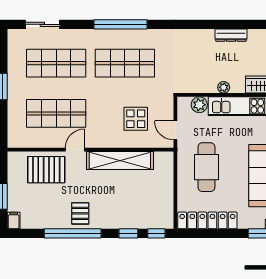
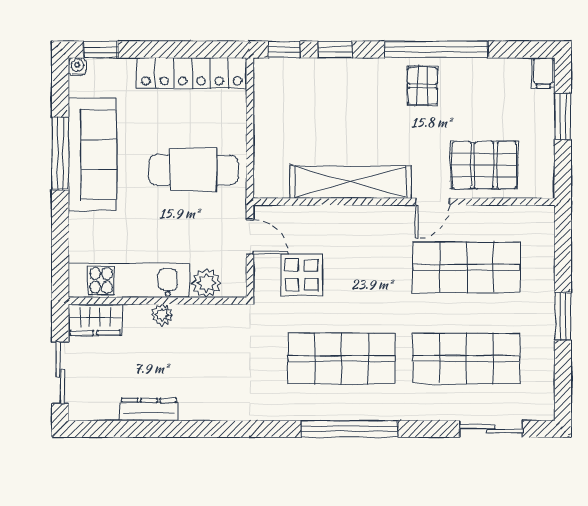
display table: (136, 119) -> (302, 275), moved
cafe table: (206, 167) -> (193, 170), turned 90

